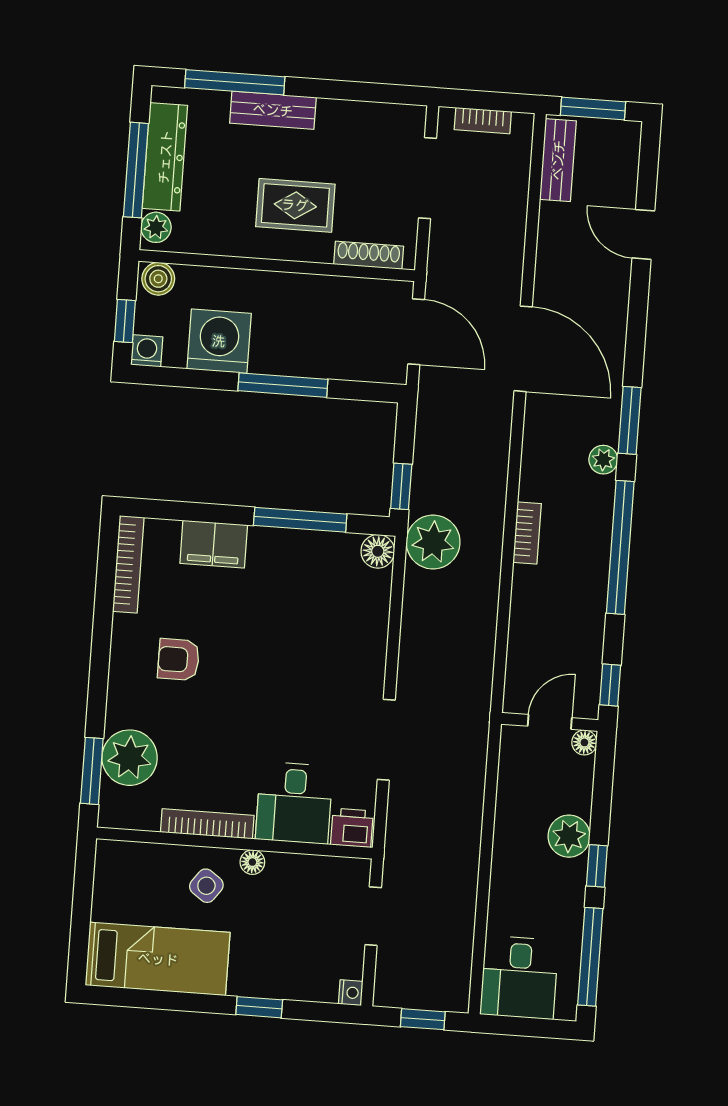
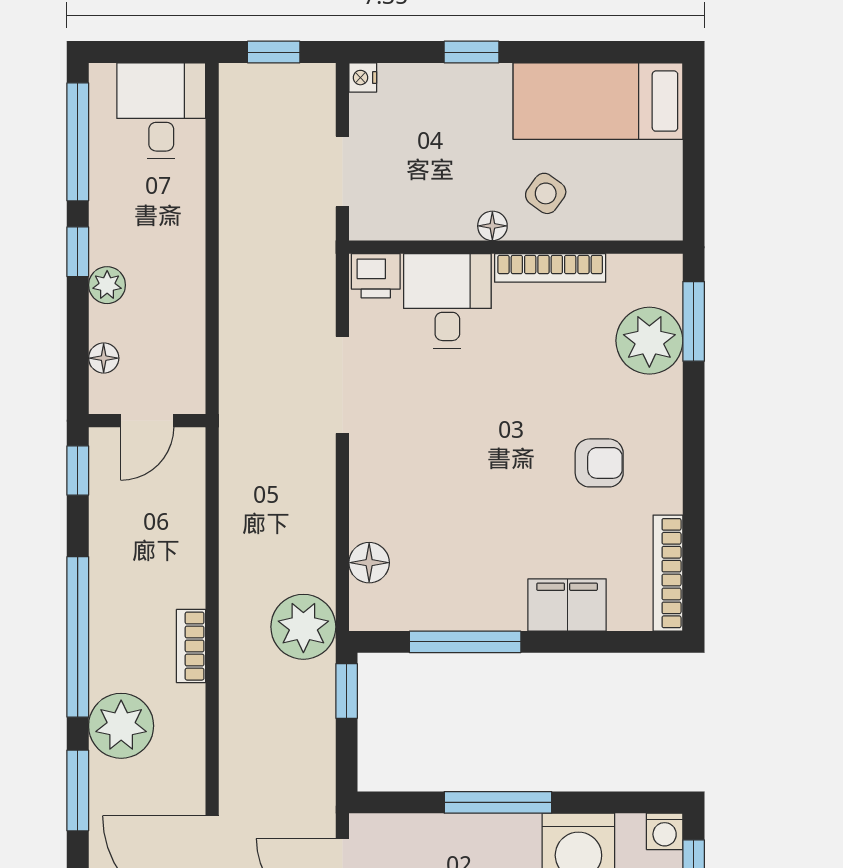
plant: (603, 460) -> (121, 726), width x1.88, depth x1.88
floor lamp: (378, 551) -> (369, 563), moved
floor lamp: (584, 742) -> (104, 358), moved
plant: (569, 836) -> (107, 285), width x0.73, depth x0.73

